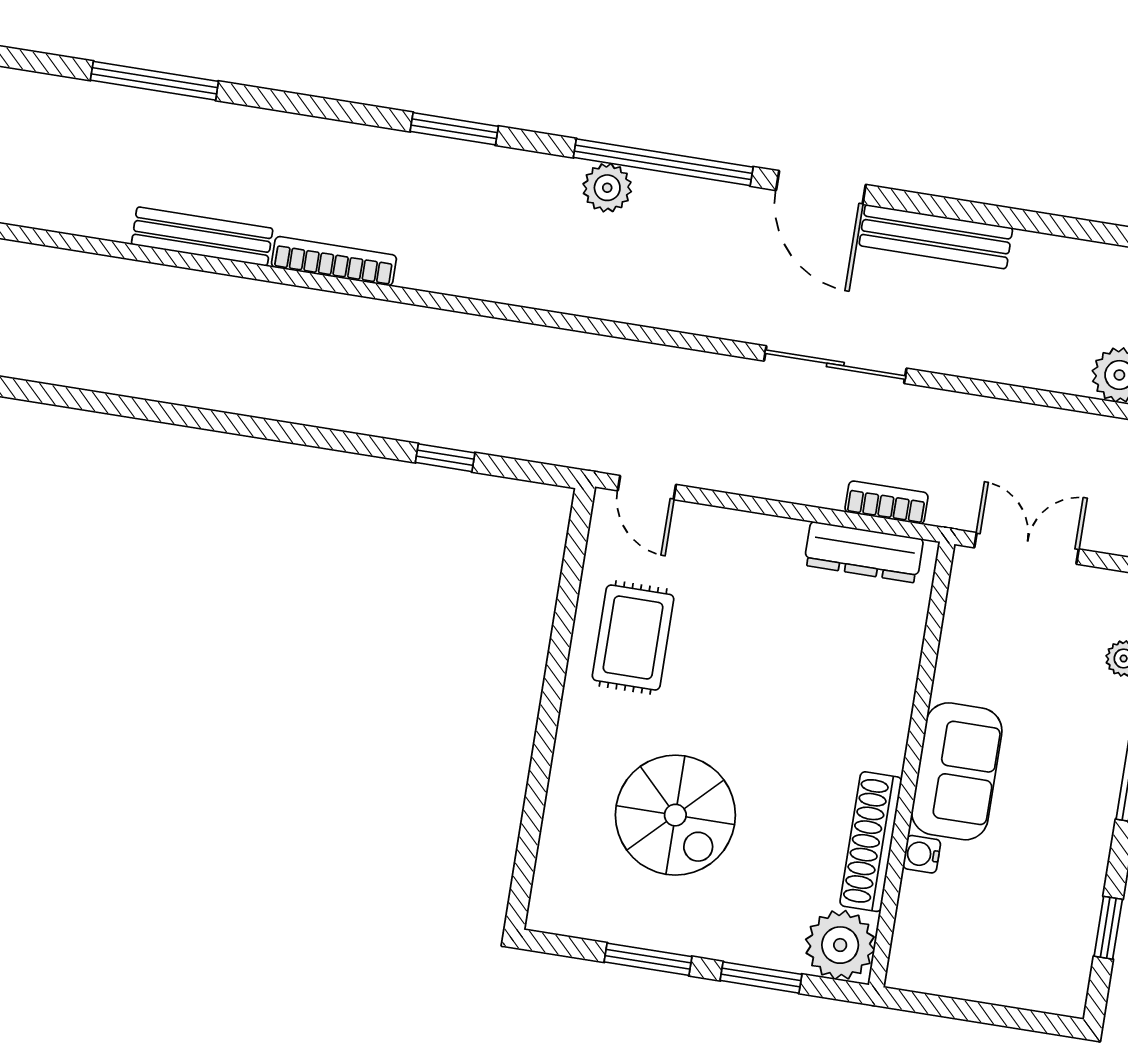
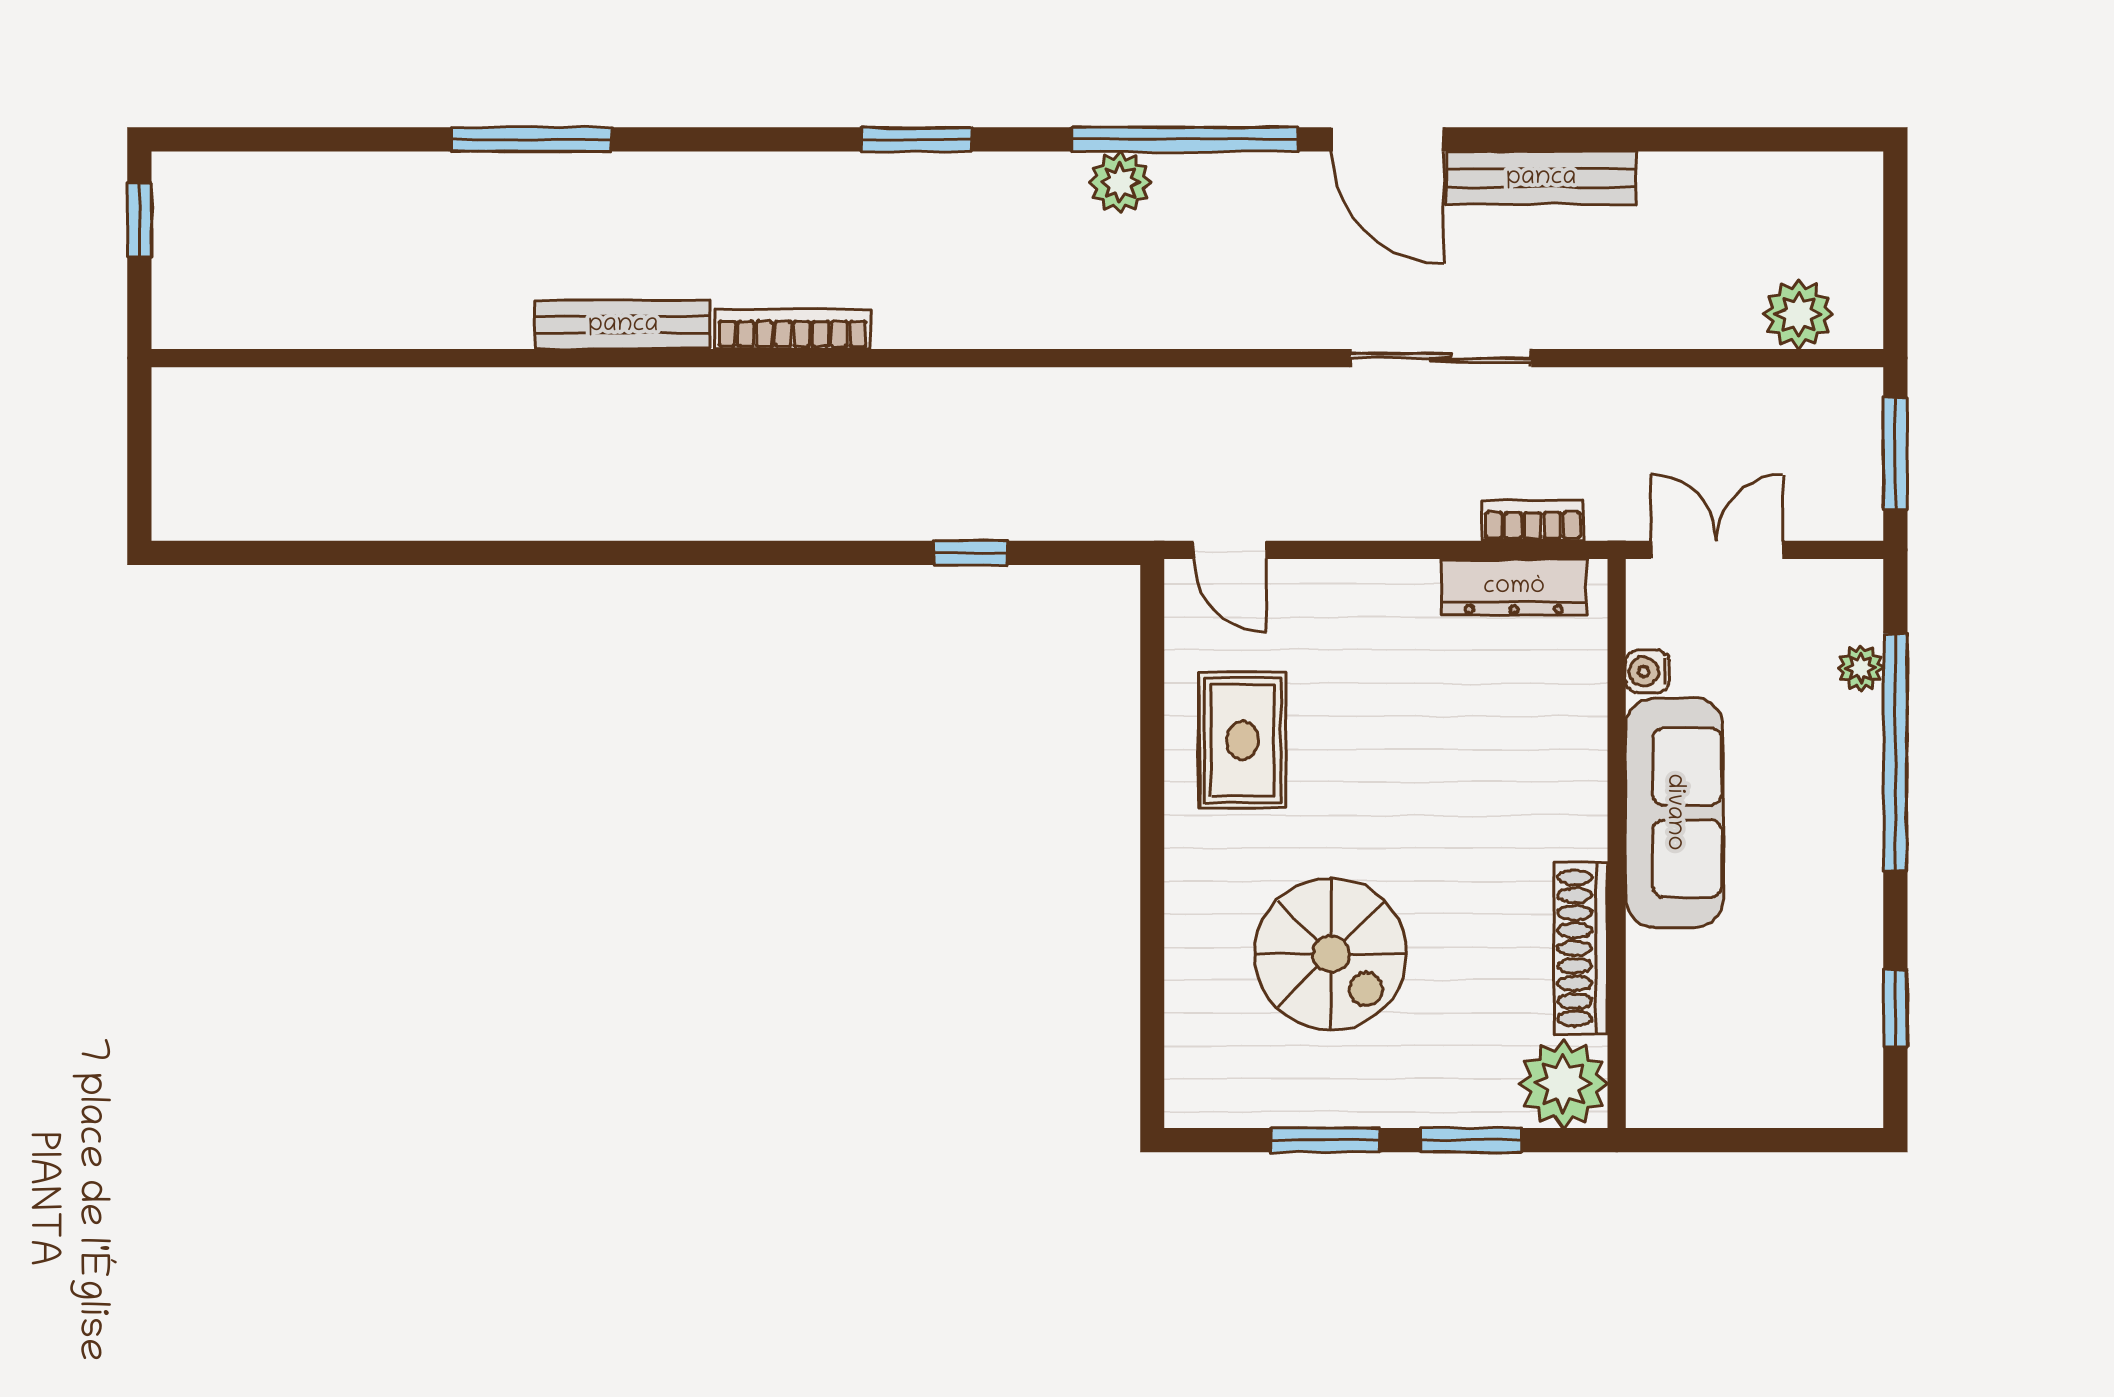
sofa: (957, 771) -> (1674, 812), width x1.36
water cooler: (922, 854) -> (1647, 671), moved

